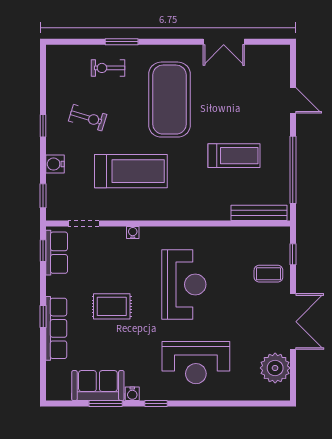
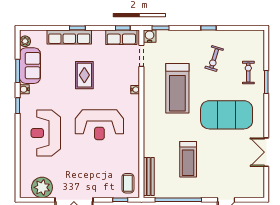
water cooler: (55, 164) -> (150, 36), moved
coffee table: (268, 274) -> (128, 183), moved
plant: (62, 393) -> (25, 41), added

